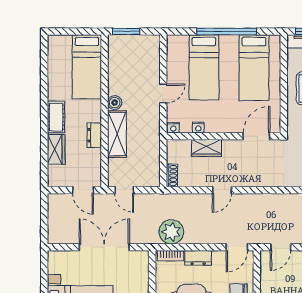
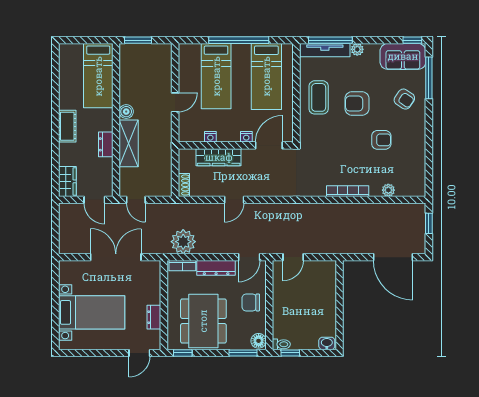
nightstand: (173, 128) -> (246, 137), moved
wardrobe: (206, 148) -> (219, 157), width x1.50
wardrobe: (56, 149) -> (67, 181), moved
dresser: (198, 258) -> (216, 268), width x1.44

